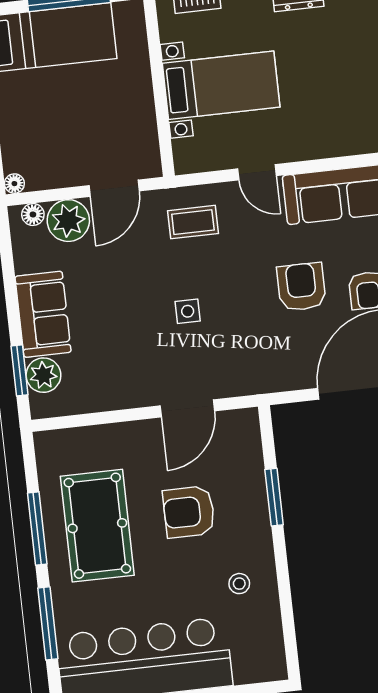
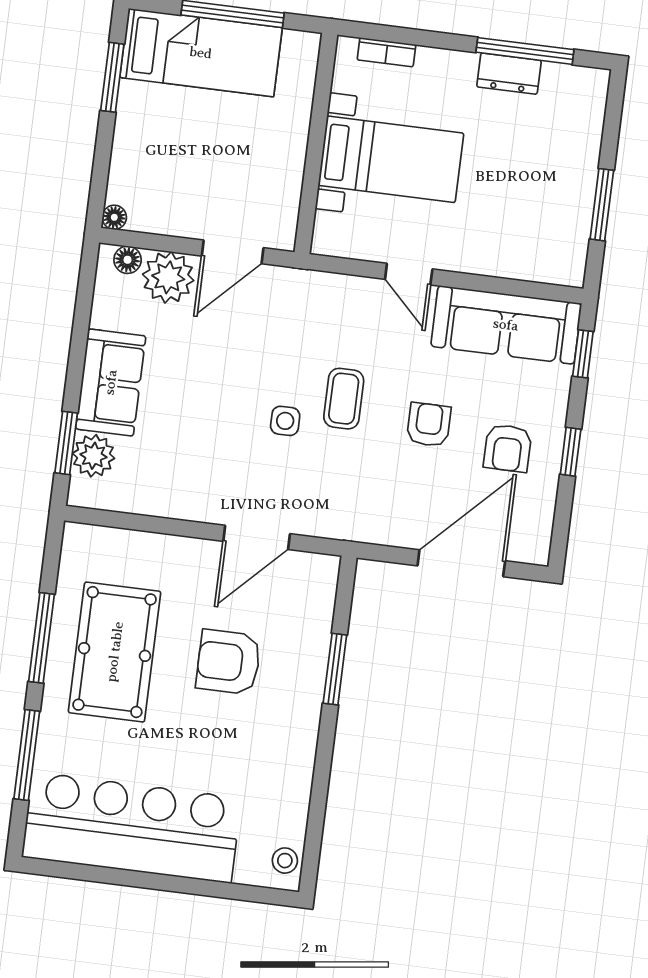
coffee table: (193, 222) -> (344, 399), moved, turned 90
armchair: (301, 287) -> (429, 425), width x0.72, depth x0.72
stool: (239, 584) -> (285, 861), moved

